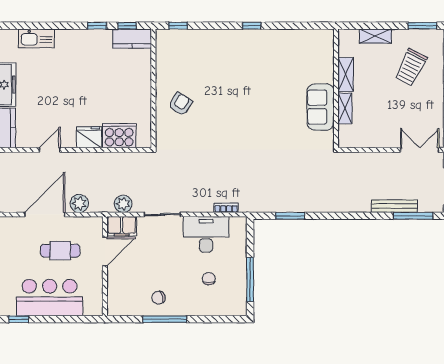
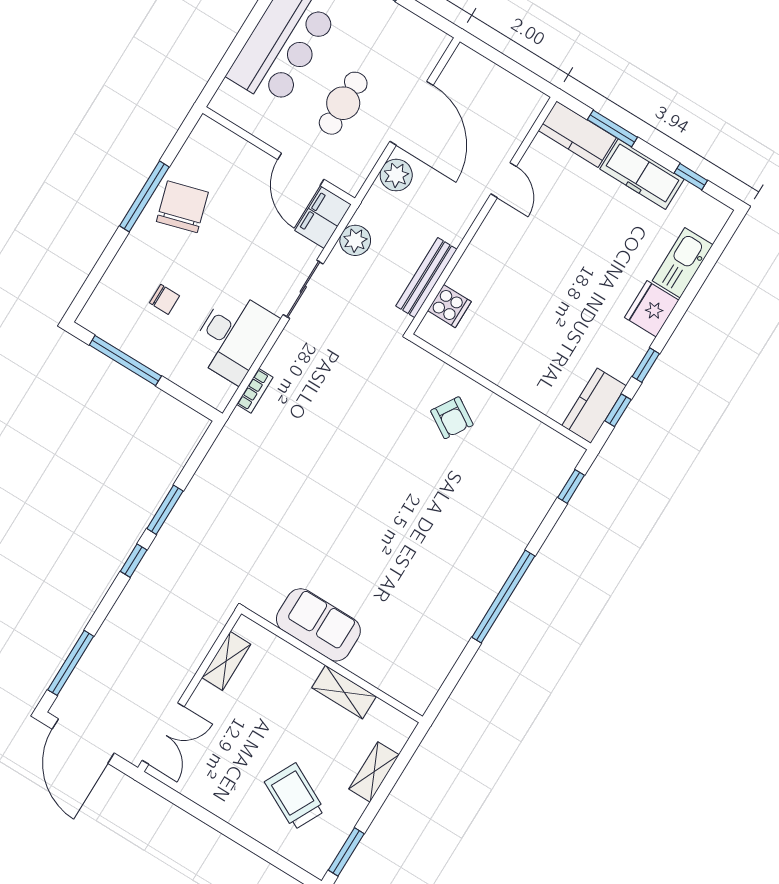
window: (252, 26) -> (503, 597), width x3.17
shelving: (345, 108) -> (226, 661), moved, turned 90
cooker: (119, 136) -> (449, 306), width x0.53, depth x0.76
fridge: (89, 137) -> (652, 309), moved, turned 180
bench: (394, 206) -> (426, 278), moved
window: (290, 216) -> (165, 510), moved
window: (345, 216) -> (134, 561), added
chair: (158, 298) -> (182, 207), width x1.87, depth x1.87

